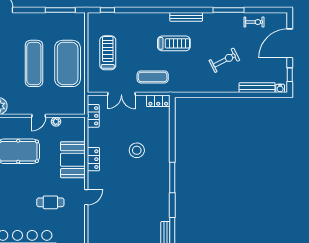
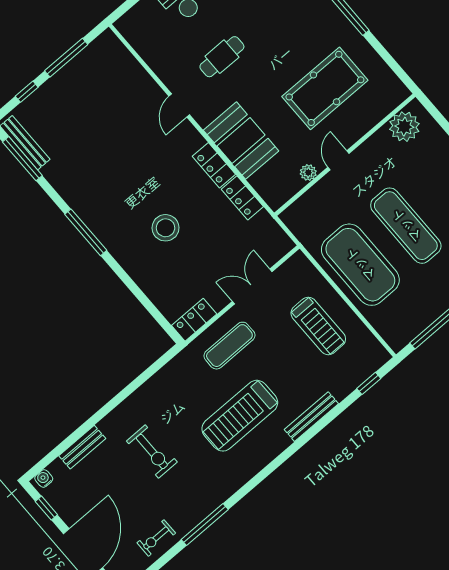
bench: (186, 17) -> (311, 417), moved
treadmill: (174, 43) -> (240, 416), width x1.37, depth x1.38
exercise bike: (224, 60) -> (152, 452), turned -63
bench: (257, 88) -> (82, 447), width x0.73
locker: (93, 116) -> (242, 198), moved

